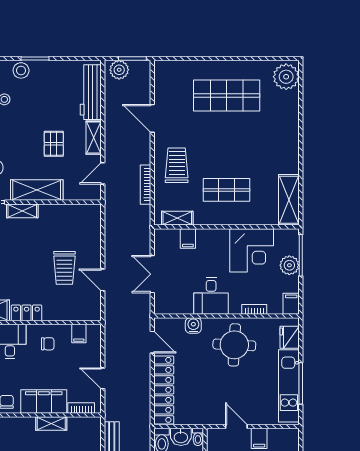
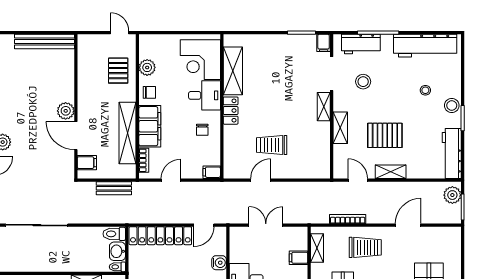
workbench: (91, 92) -> (452, 154), moved, turned -90
pallet: (54, 144) -> (385, 135), width x1.50, depth x1.42
shelving: (37, 190) -> (340, 128), width x0.67, depth x0.75
filing cabinet: (79, 334) -> (212, 172), moved
shelving: (51, 424) -> (128, 133), width x2.20, depth x1.33

